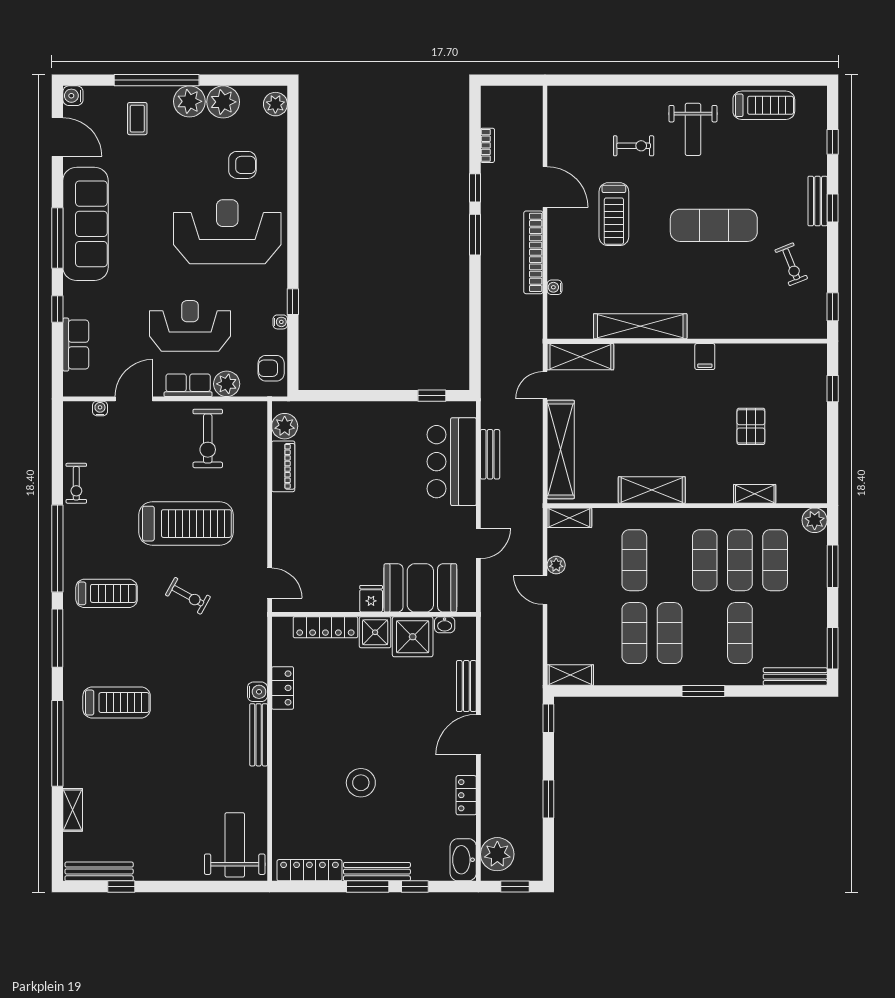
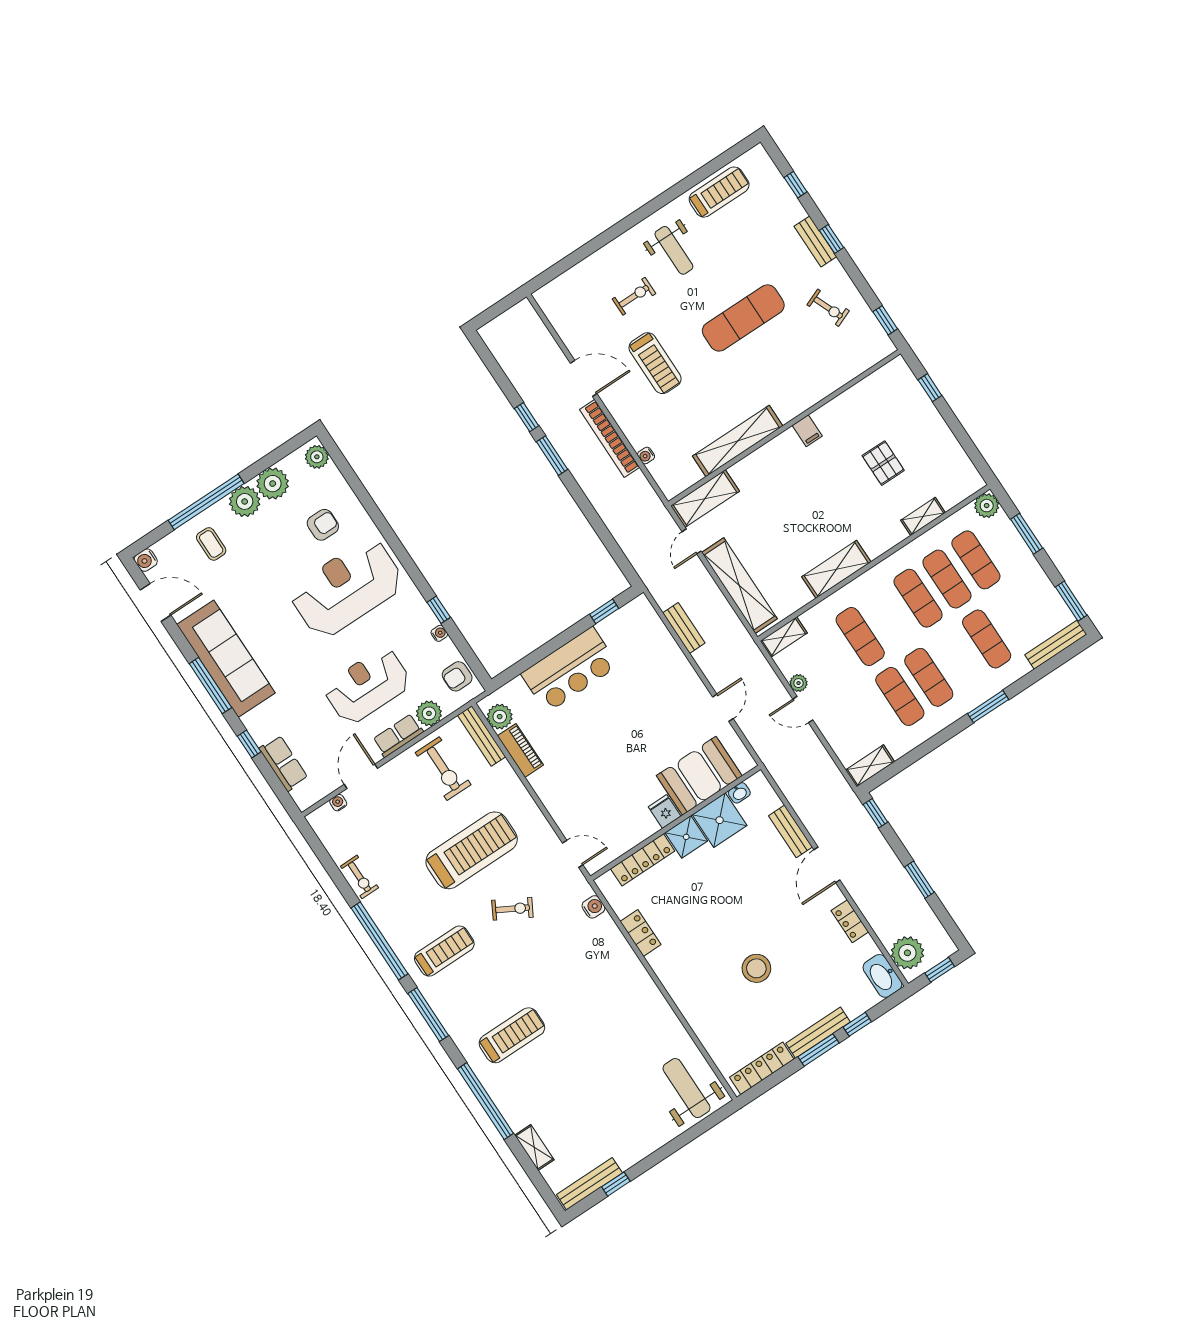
bookcase: (487, 145) -> (514, 375), removed
bar counter: (452, 462) -> (570, 670), moved, turned -90
water cooler: (257, 692) -> (593, 907), moved
bench: (259, 735) -> (482, 736), moved

